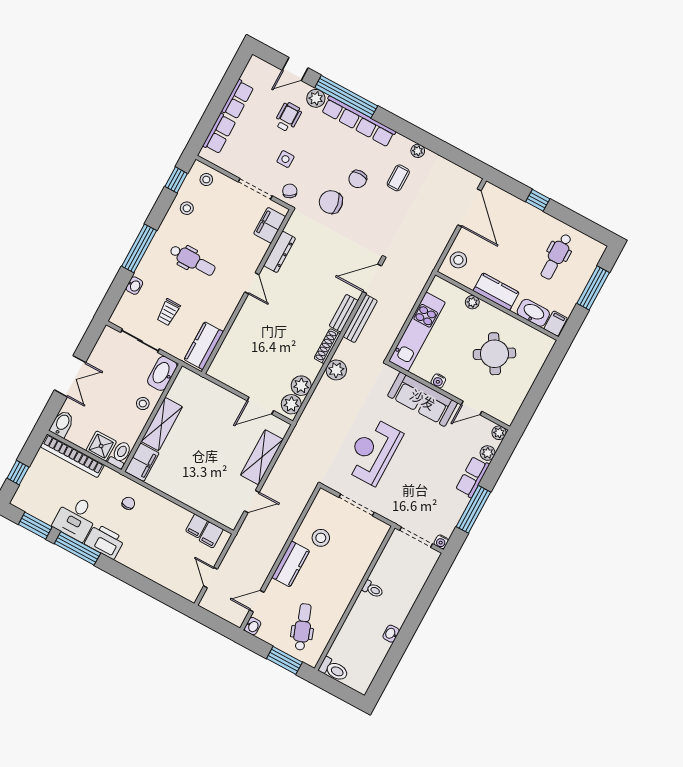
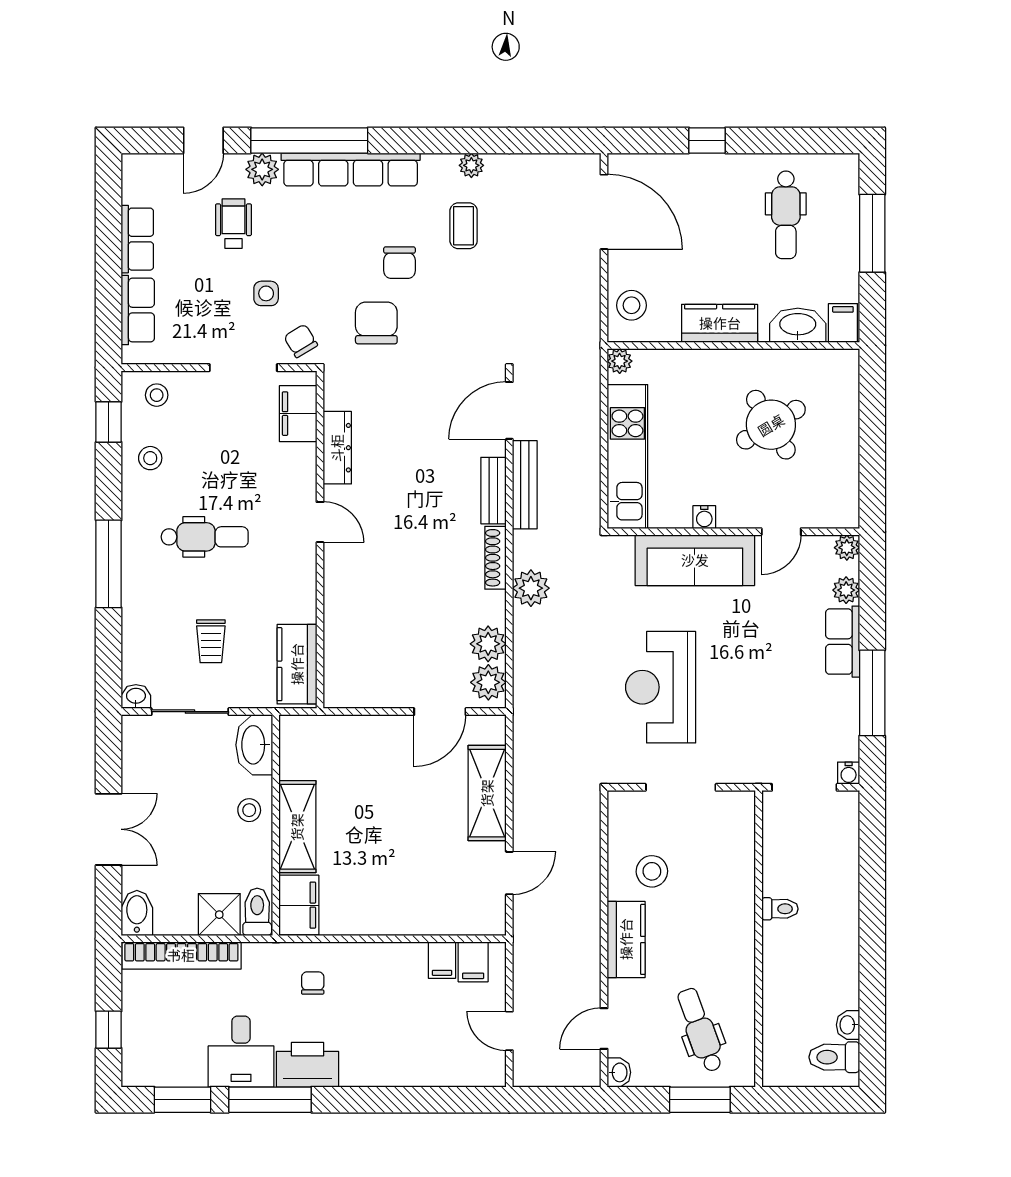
chair: (331, 202) -> (376, 323), turned 99
washbasin: (134, 286) -> (136, 696), moved, turned -90
plant: (472, 302) -> (620, 361), moved
washbasin: (391, 634) -> (848, 1025), moved
toilet: (334, 670) -> (834, 1057), moved, turned 180

